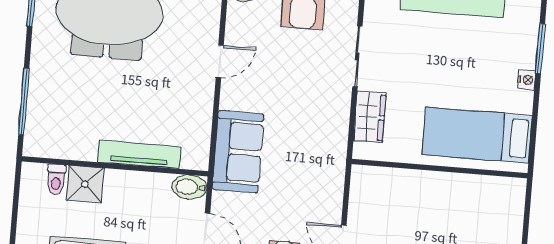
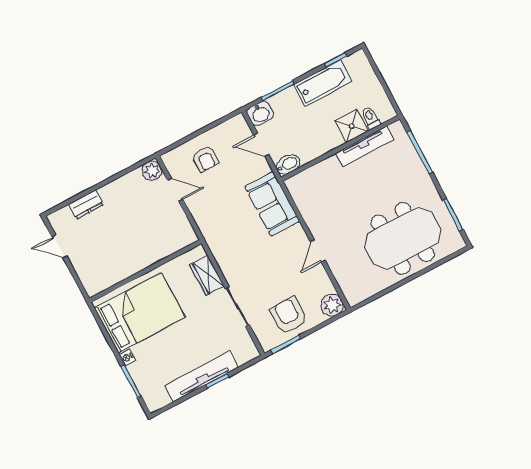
bed: (477, 135) -> (140, 313), width x1.50
tv unit: (139, 154) -> (365, 146), moved

